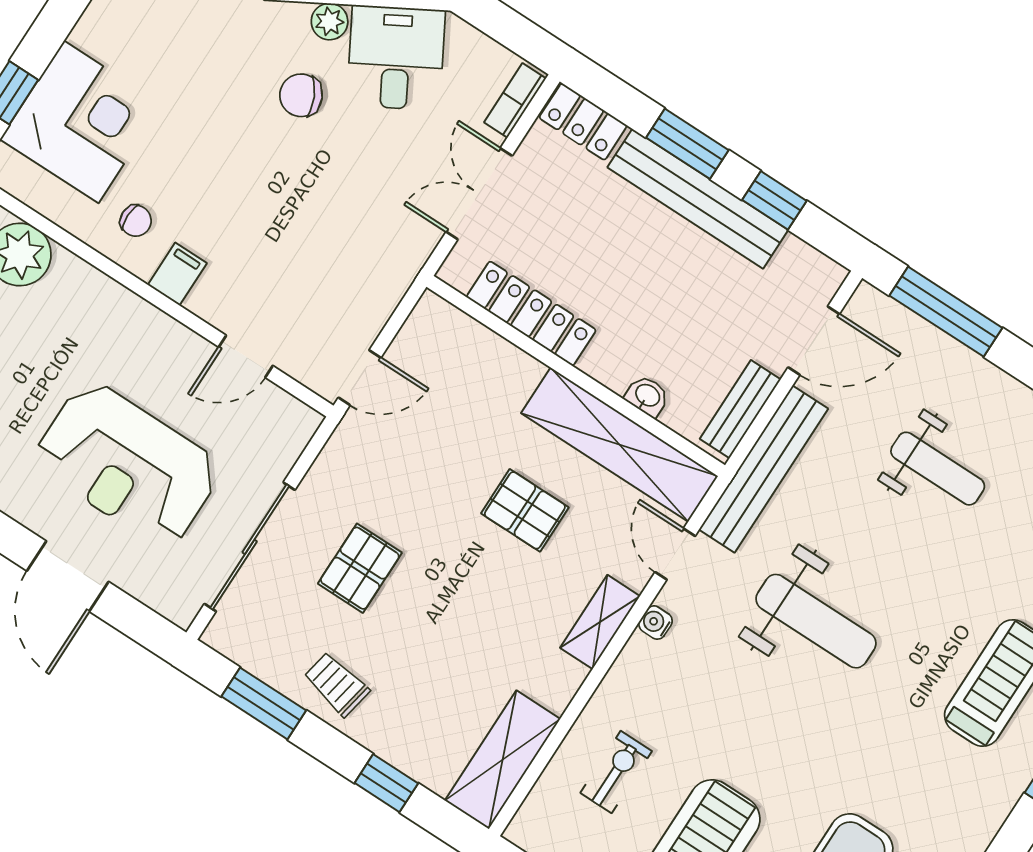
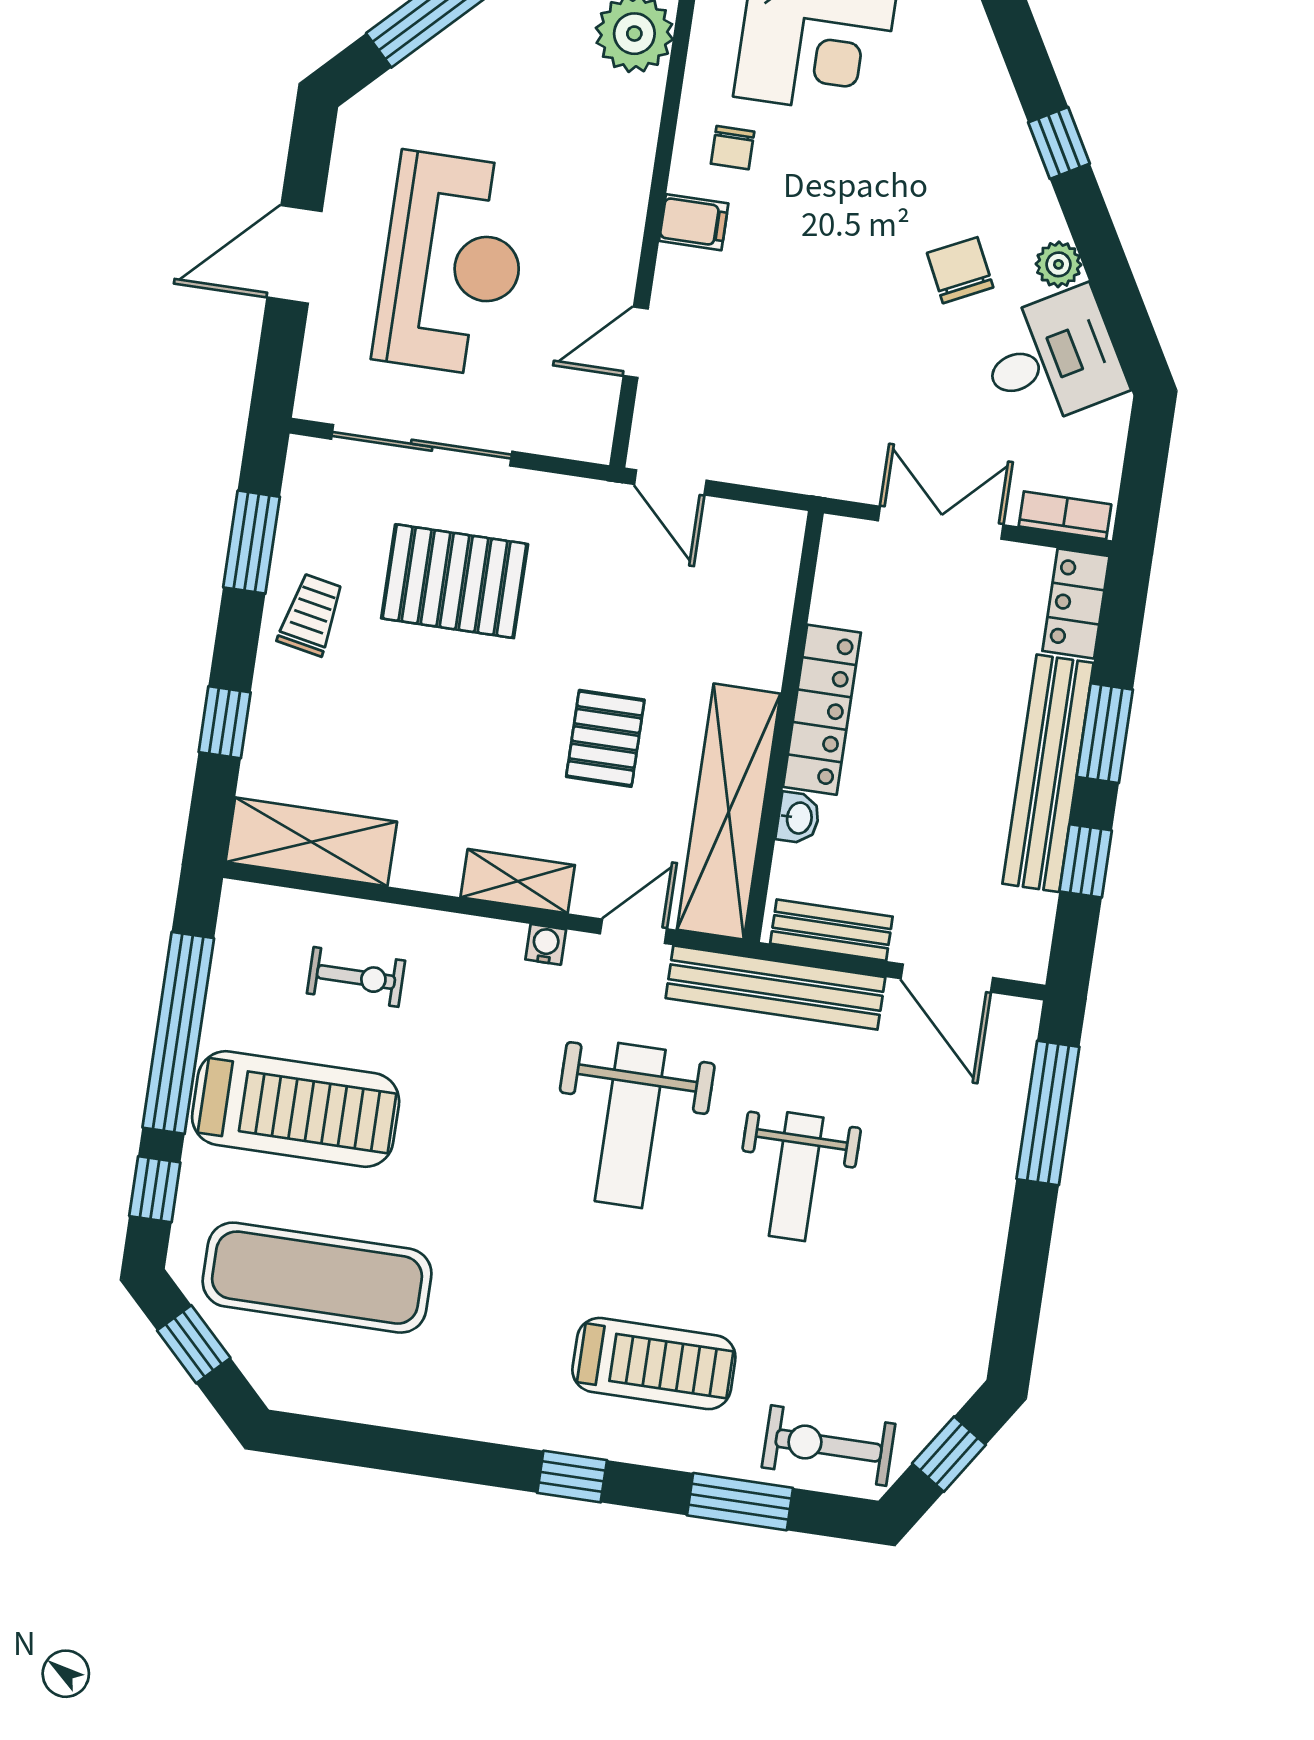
locker: (531, 313) -> (822, 710), moved
door: (246, 356) -> (636, 342), hinge flipped
reception desk: (127, 464) -> (452, 264), turned 180
weight bench: (938, 469) -> (796, 1177), moved
pallet: (360, 568) -> (455, 581), width x1.50, depth x1.42

